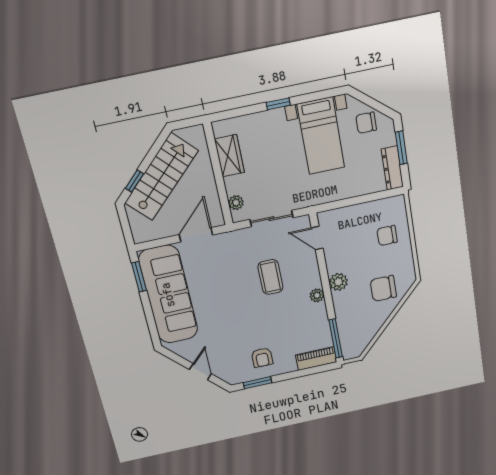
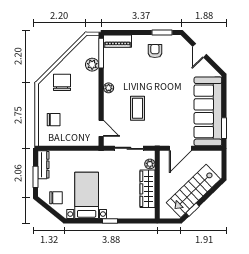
wardrobe: (229, 156) -> (148, 189), width x1.50
window: (134, 181) -> (193, 210), moved
plant: (338, 282) -> (92, 65), moved
chair: (383, 288) -> (62, 82), turned -90

